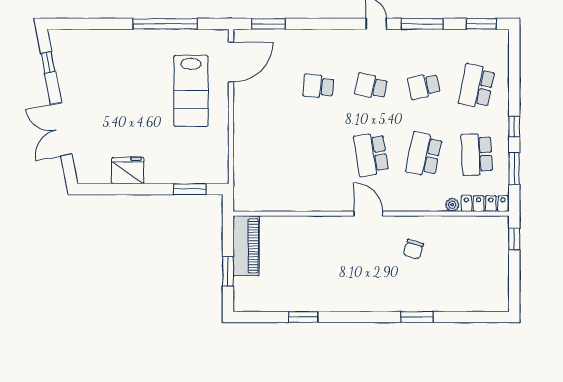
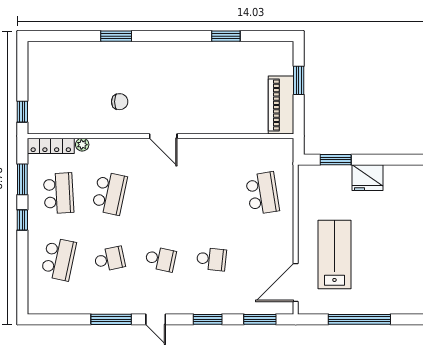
window: (481, 24) -> (208, 319), moved
school desk: (371, 154) -> (262, 193), moved
fridge: (128, 171) -> (368, 178), moved
chair: (413, 249) -> (120, 102), turned 73

